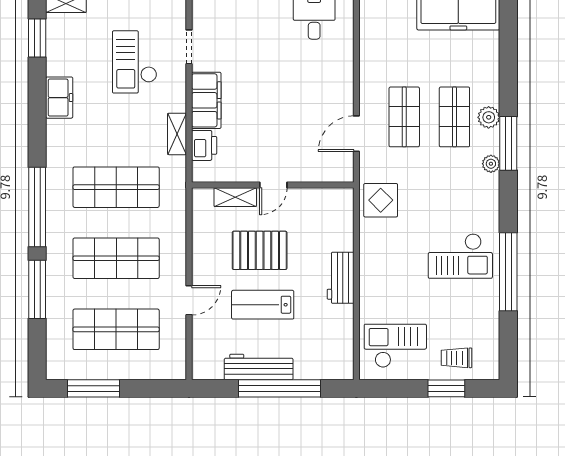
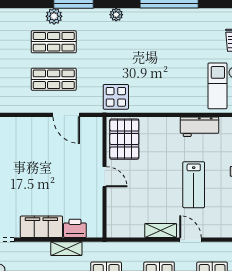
plant: (491, 164) -> (116, 15), moved
shelving: (235, 197) -> (161, 231), moved, turned 90
pallet: (260, 250) -> (124, 139), moved
checkout: (460, 256) -> (157, 37), removed
workbench: (341, 278) -> (199, 127), moved

